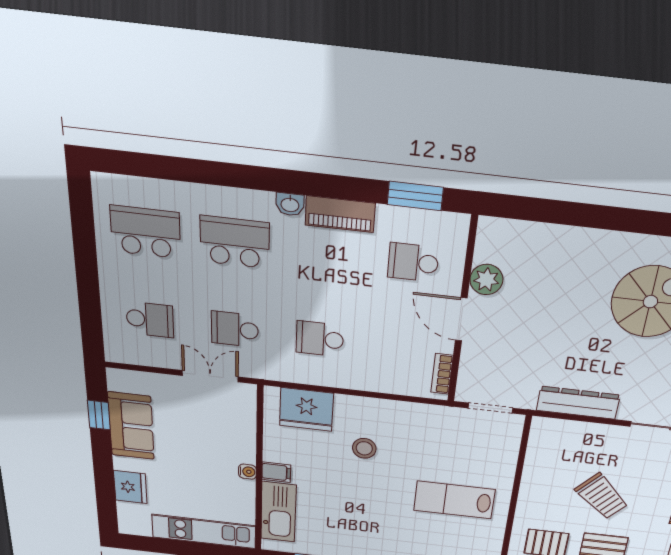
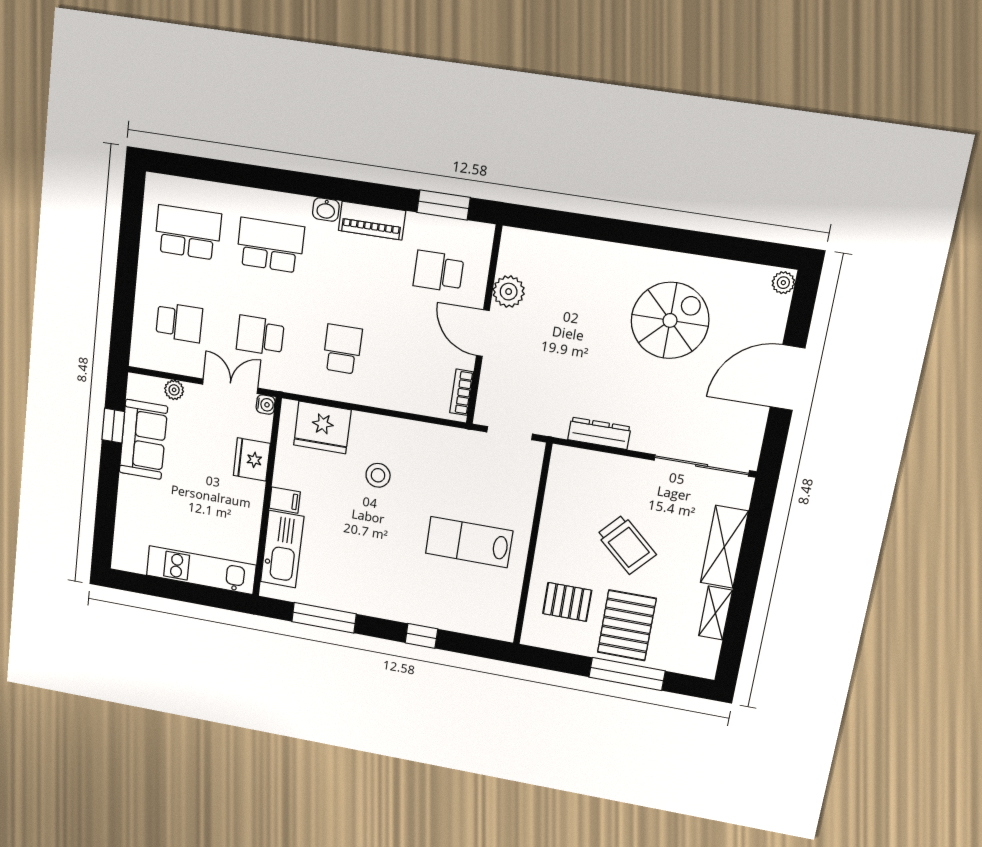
school desk: (320, 339) -> (342, 349), turned 90
plant: (154, 381) -> (174, 390), added
dresser: (578, 403) -> (599, 433), width x0.73, depth x0.80
water cooler: (247, 472) -> (266, 405), moved
fridge: (130, 487) -> (252, 459), moved, turned 180

